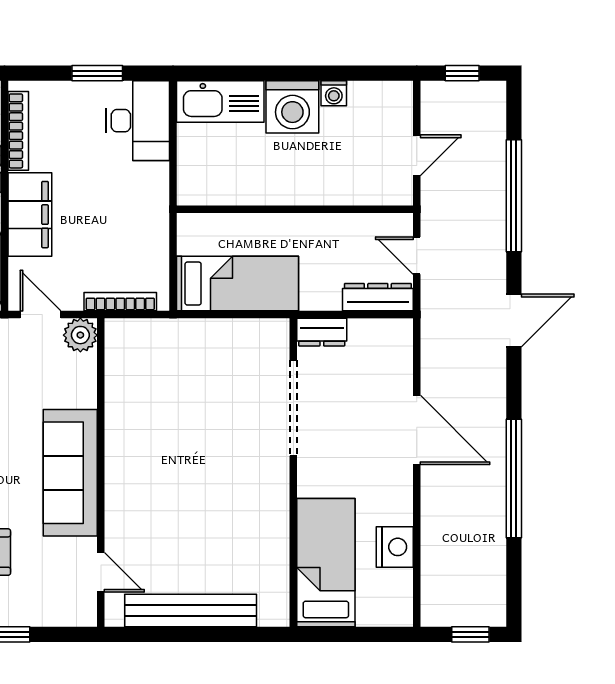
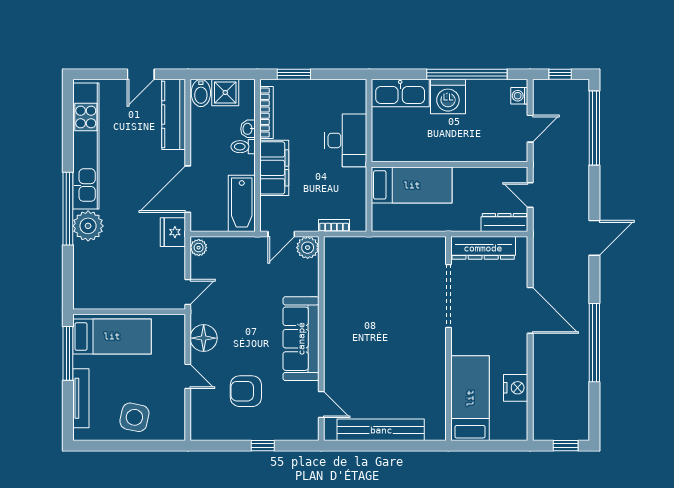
window: (97, 73) -> (294, 74), moved
window: (321, 73) -> (467, 74), added
washing machine: (334, 93) -> (519, 96), moved, turned 90
desk: (138, 121) -> (346, 140), moved
window: (514, 196) -> (594, 128), moved
bed: (238, 284) -> (412, 185), moved
bookcase: (120, 302) -> (334, 226), width x0.64
door: (40, 315) -> (281, 234), swing flipped
dresser: (322, 332) -> (483, 248), width x1.96, depth x1.24

